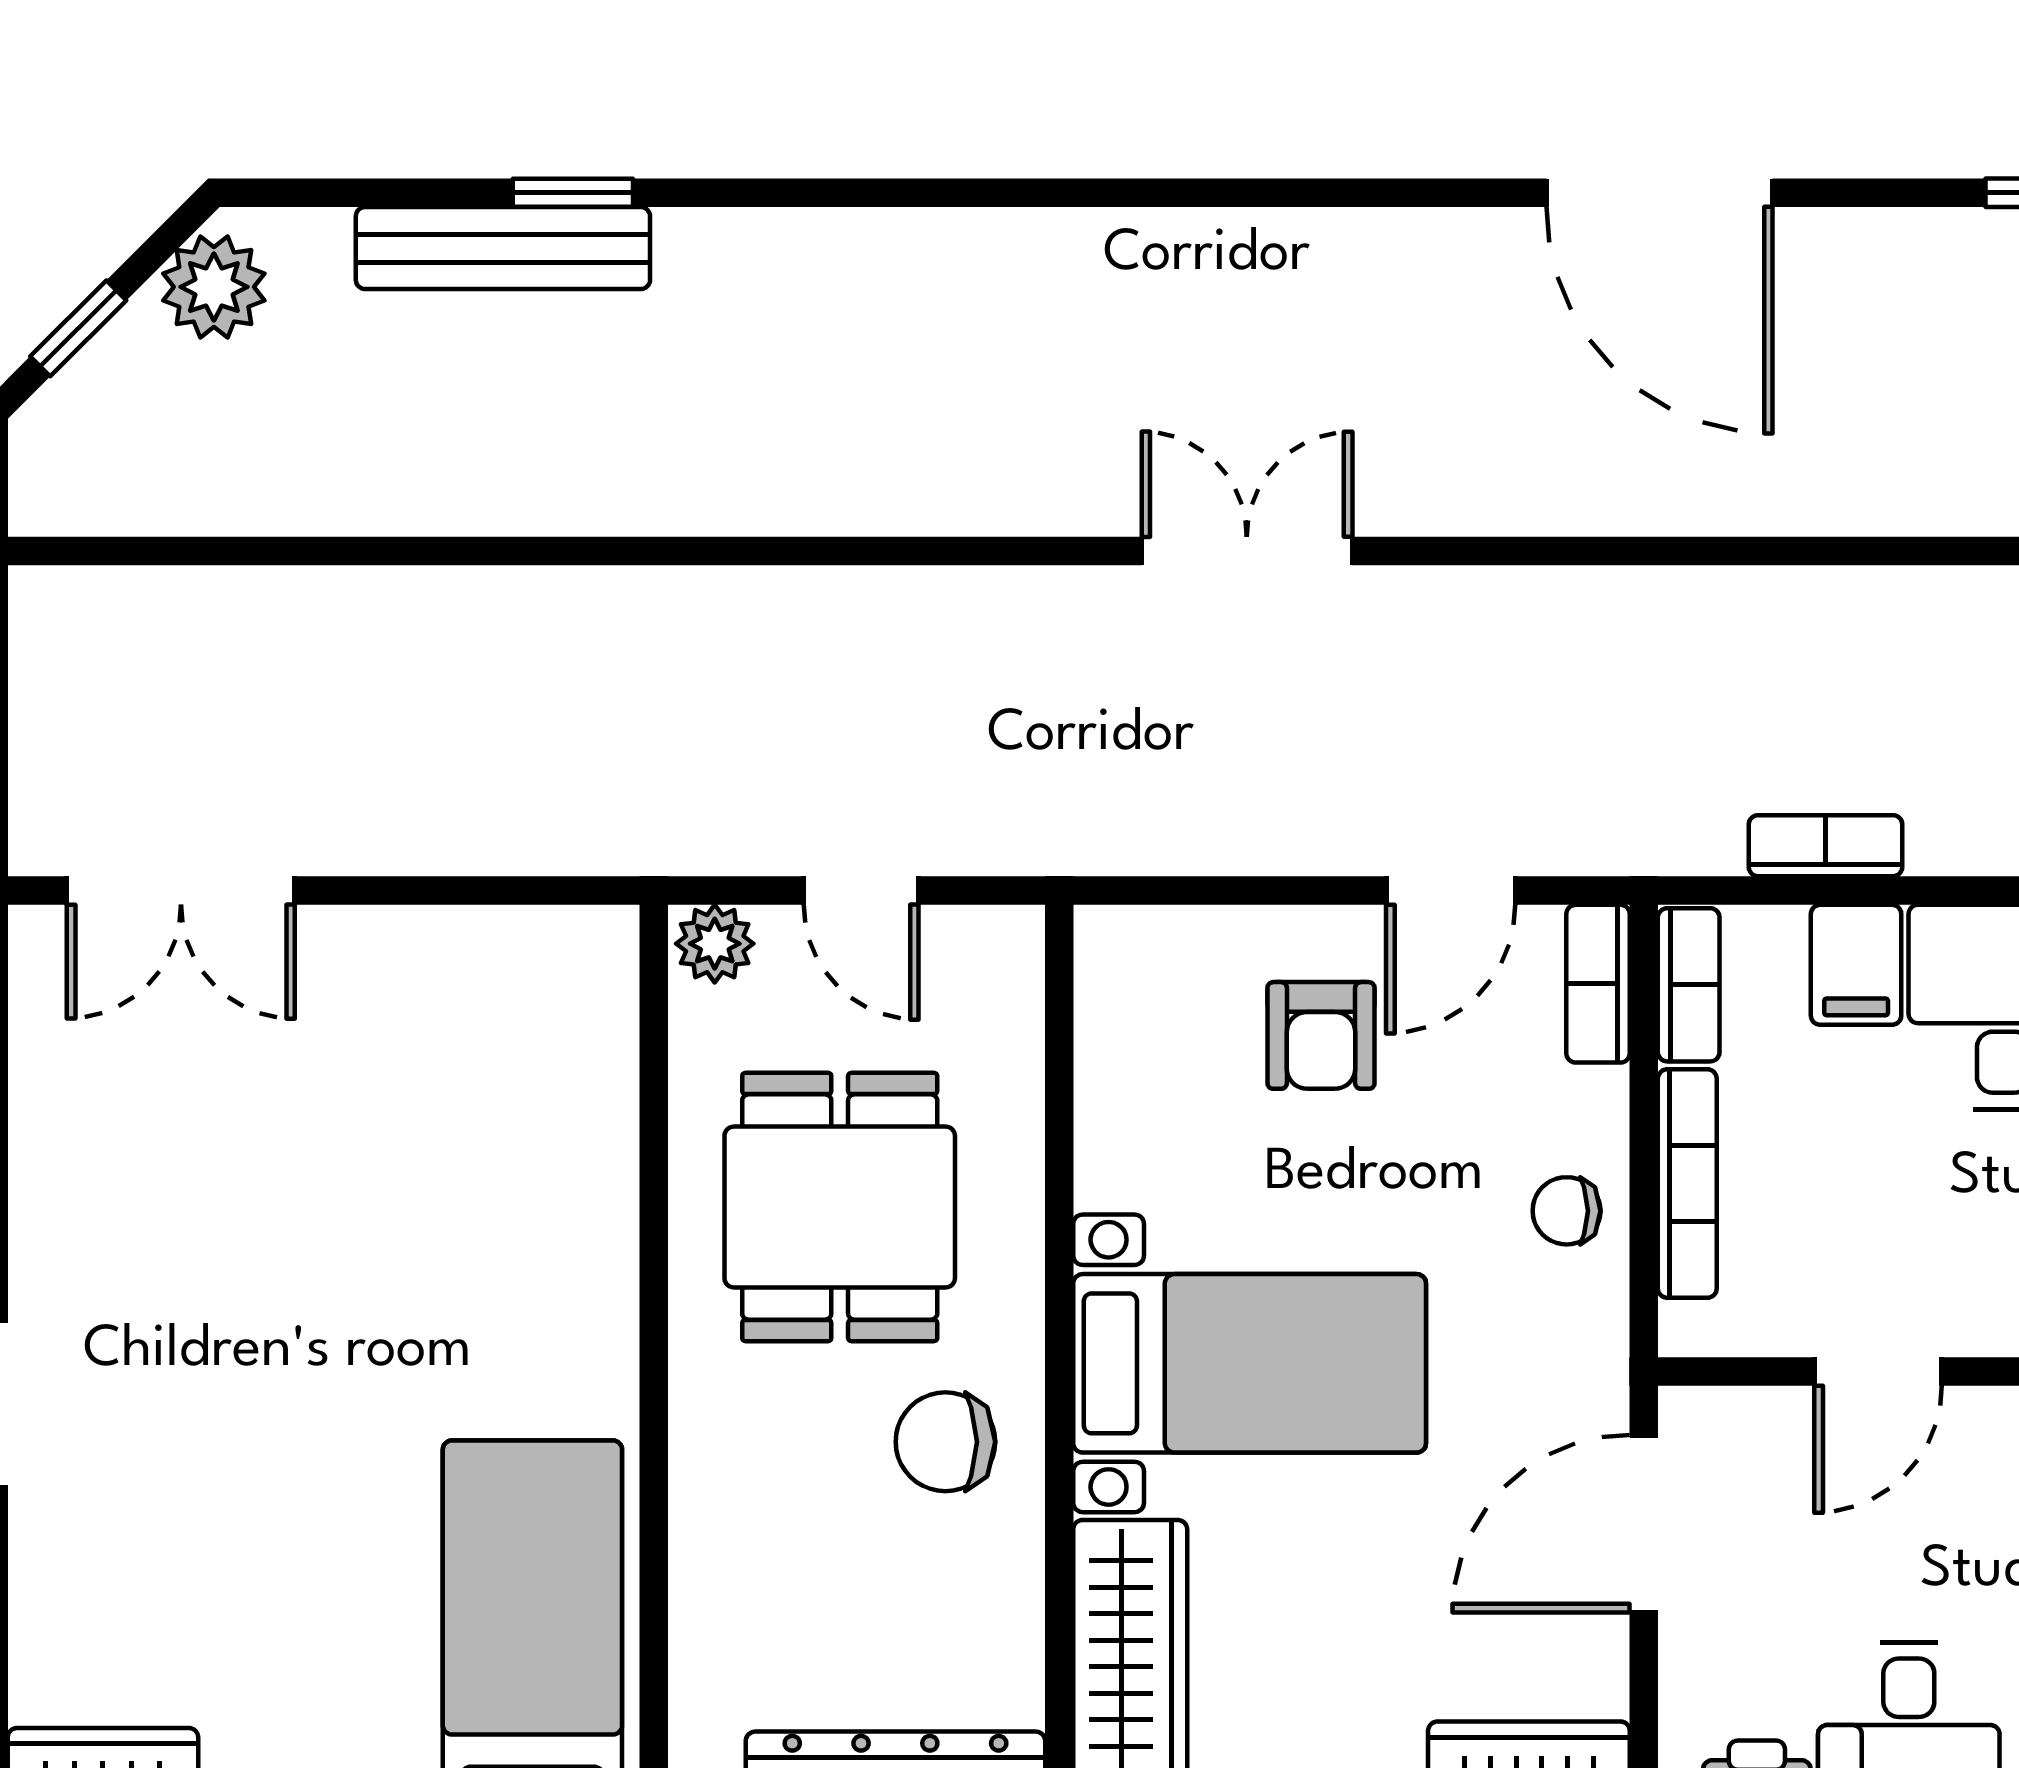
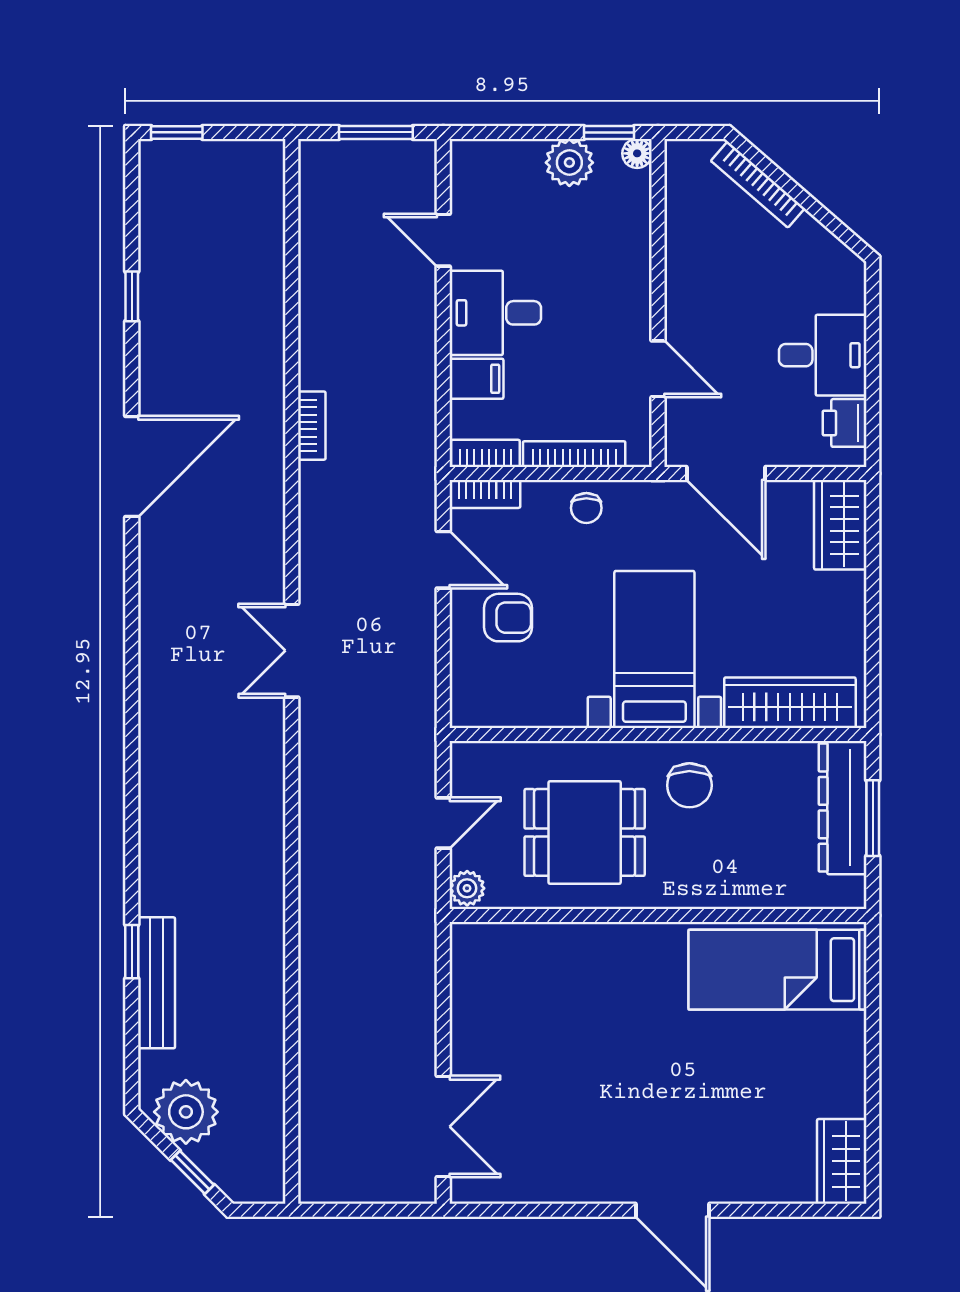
plant: (214, 287) -> (186, 1112), width x1.36, depth x1.36
bookcase: (1826, 846) -> (312, 426), moved, turned 180

